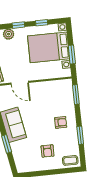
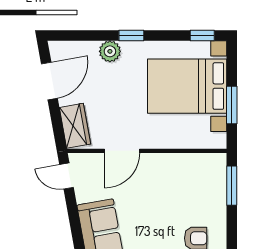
window: (42, 23) -> (202, 35), moved
door: (20, 83) -> (122, 151), hinge flipped

